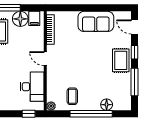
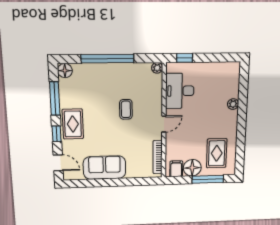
door: (45, 59) -> (164, 124), hinge flipped
coffee table: (72, 96) -> (126, 109), moved
floor lamp: (107, 105) -> (65, 71), moved

